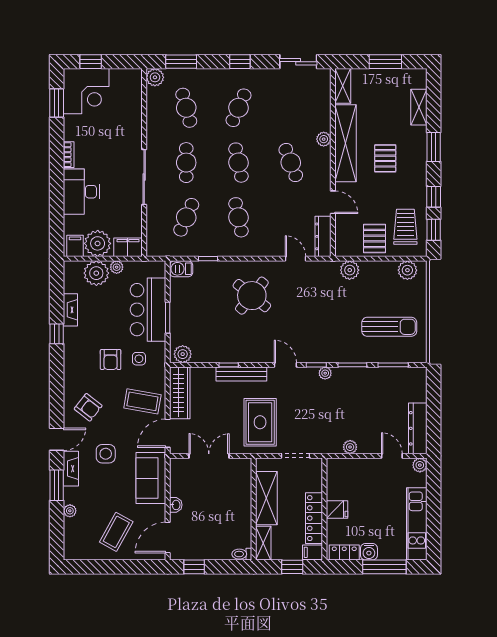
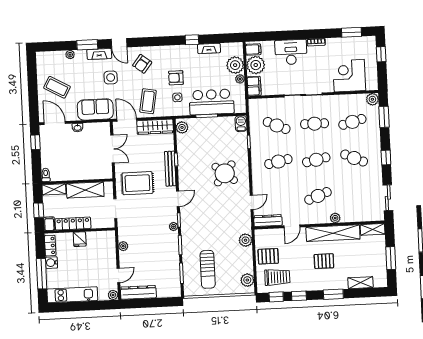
corner desk: (86, 91) -> (349, 76), moved, turned 90

